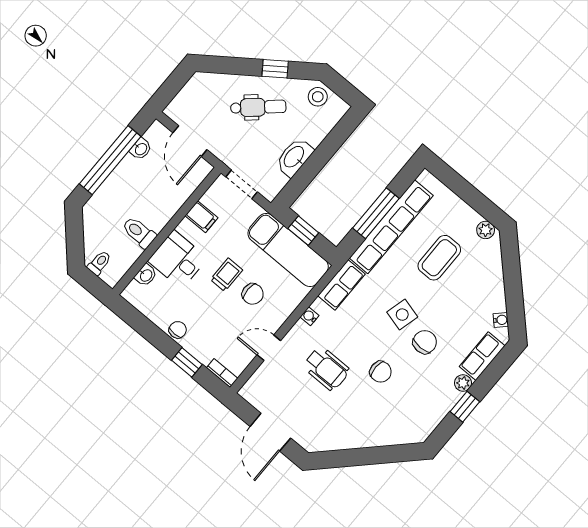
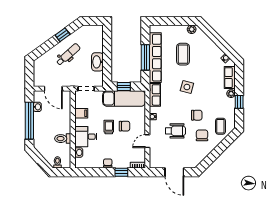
stool: (318, 97) -> (87, 32), removed
chair: (425, 342) -> (202, 135), moved
coffee table: (404, 420) -> (220, 126), added

